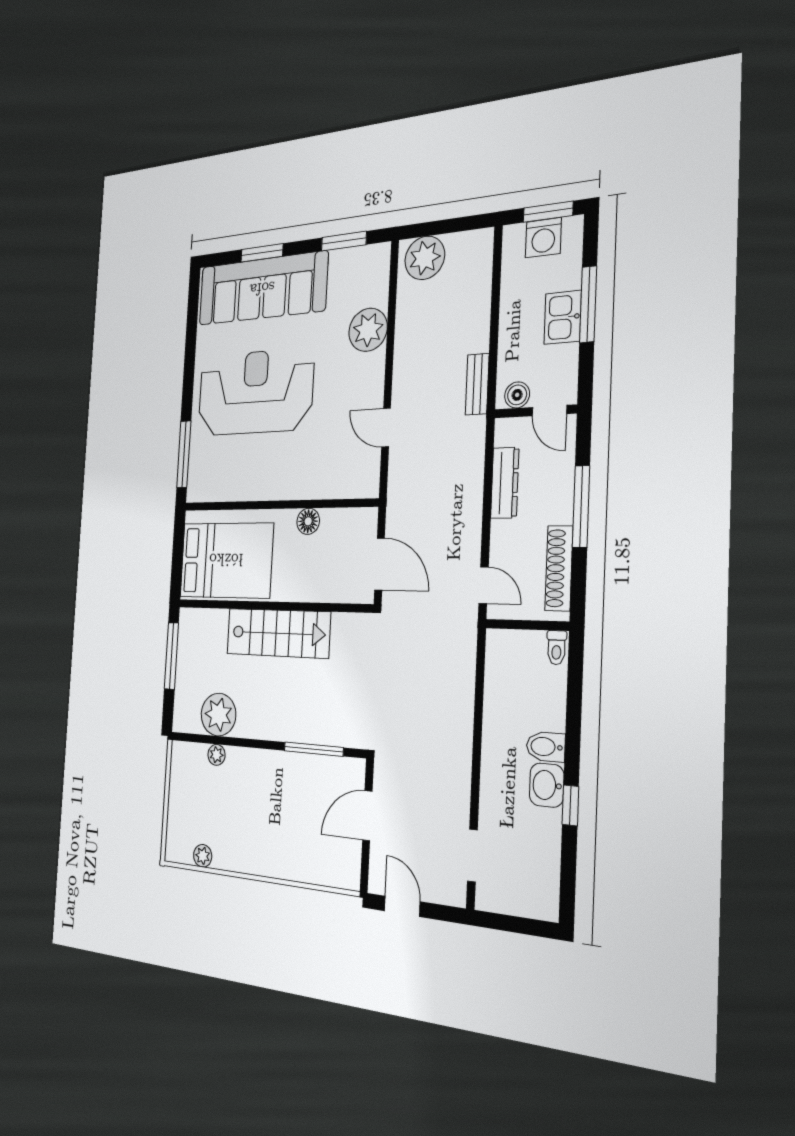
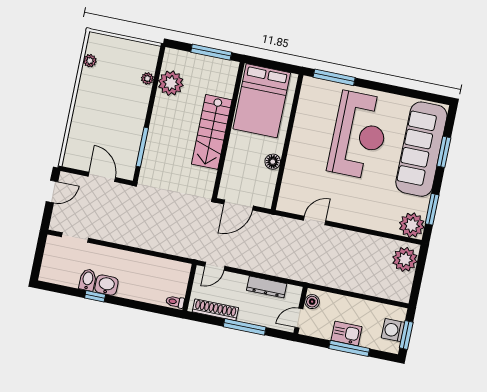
plant: (368, 330) -> (412, 225), moved
bench: (477, 384) -> (324, 280), removed
bidet: (546, 747) -> (88, 280), moved

